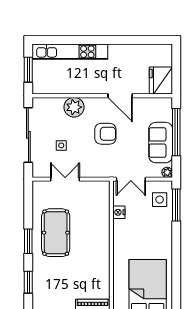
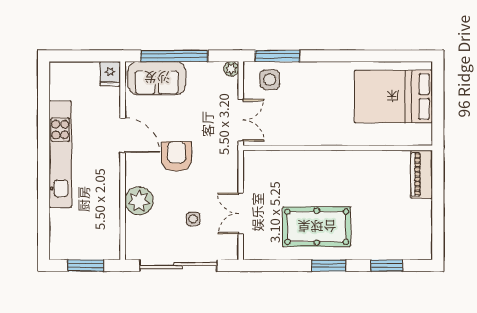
kitchen unit: (70, 52) -> (60, 154), moved
fridge: (161, 81) -> (110, 74), width x0.53, depth x0.75
door: (120, 96) -> (123, 135), hinge flipped
sofa: (161, 143) -> (157, 78), moved
nightstand: (119, 212) -> (288, 137), removed

